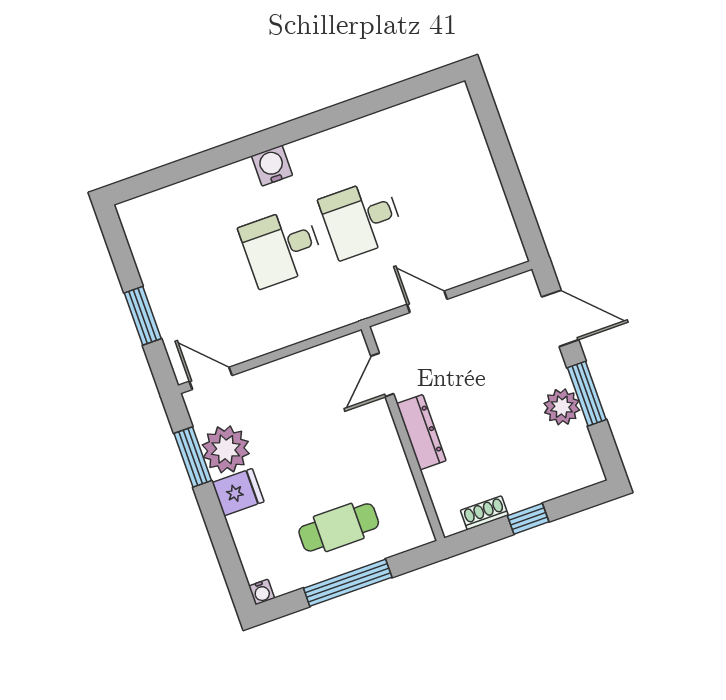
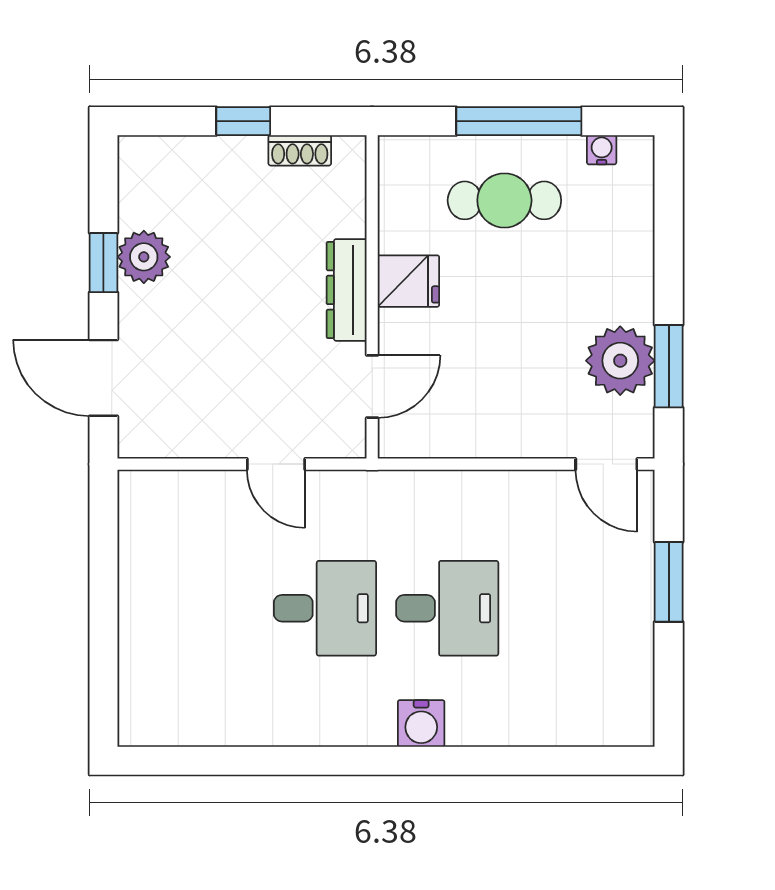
window: (587, 394) -> (103, 263), width x0.67
fridge: (238, 492) -> (408, 281), moved, turned 180
water cooler: (262, 592) -> (602, 150), moved

